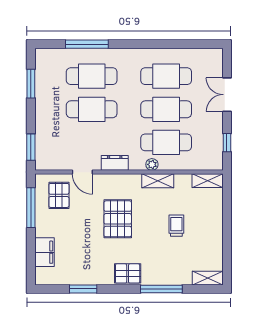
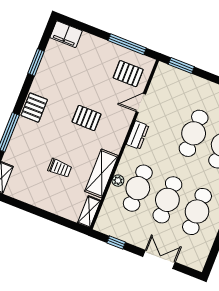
plant: (152, 164) -> (118, 181), moved
shelving: (158, 181) -> (102, 173), width x1.50, depth x1.33
pallet: (118, 219) -> (86, 118), width x0.67, depth x0.71
filing cabinet: (44, 252) -> (66, 34), moved

